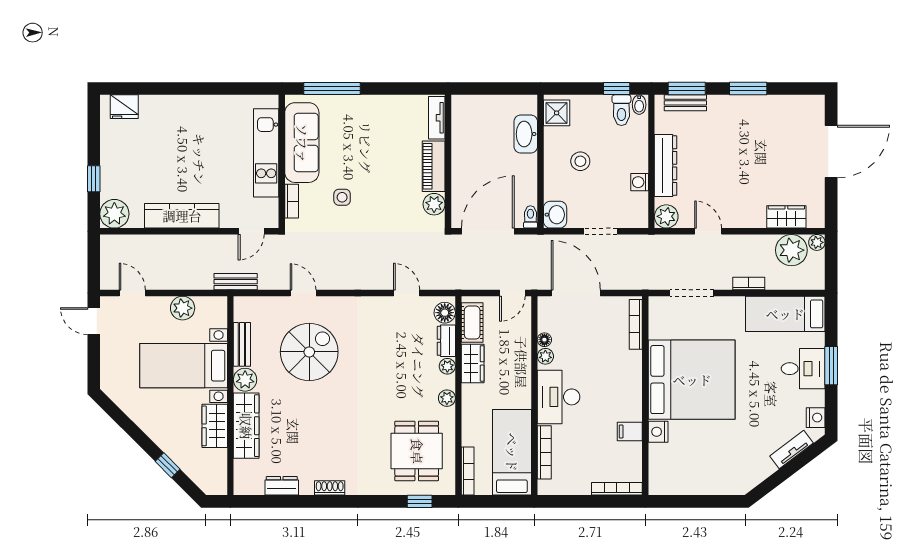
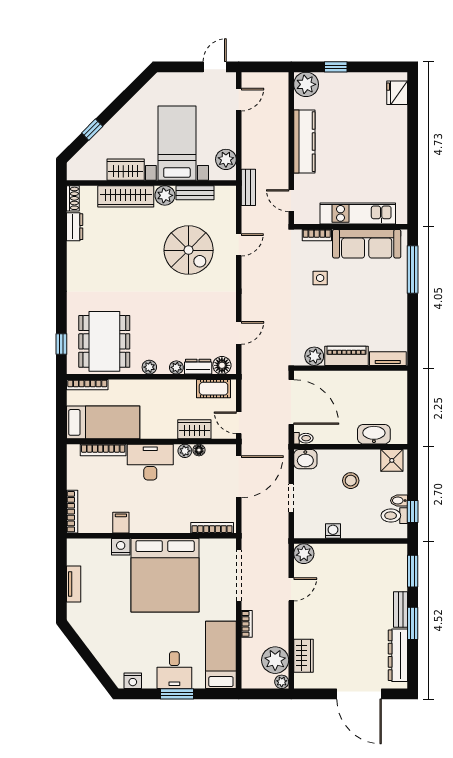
bench: (685, 103) -> (400, 609), moved
bidet: (639, 105) -> (399, 501), moved
dresser: (666, 166) -> (398, 655), moved, turned 90
doorway: (692, 293) -> (239, 575), width x1.36
plant: (183, 308) -> (226, 159), moved
wardrobe: (473, 363) -> (194, 429), moved, turned 180
tv unit: (792, 450) -> (74, 584), moved, turned 37
dining table: (417, 451) -> (104, 341), width x1.37
shoe rack: (330, 488) -> (73, 198), moved

